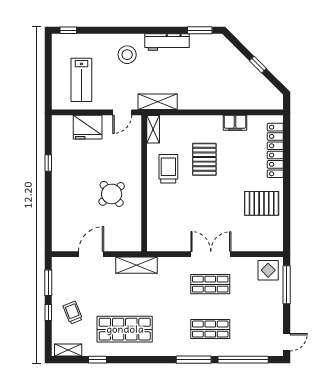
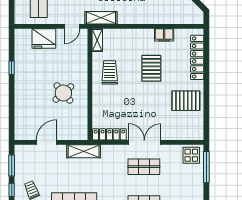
pallet: (204, 159) -> (151, 68), moved
locker: (168, 244) -> (109, 134), added

